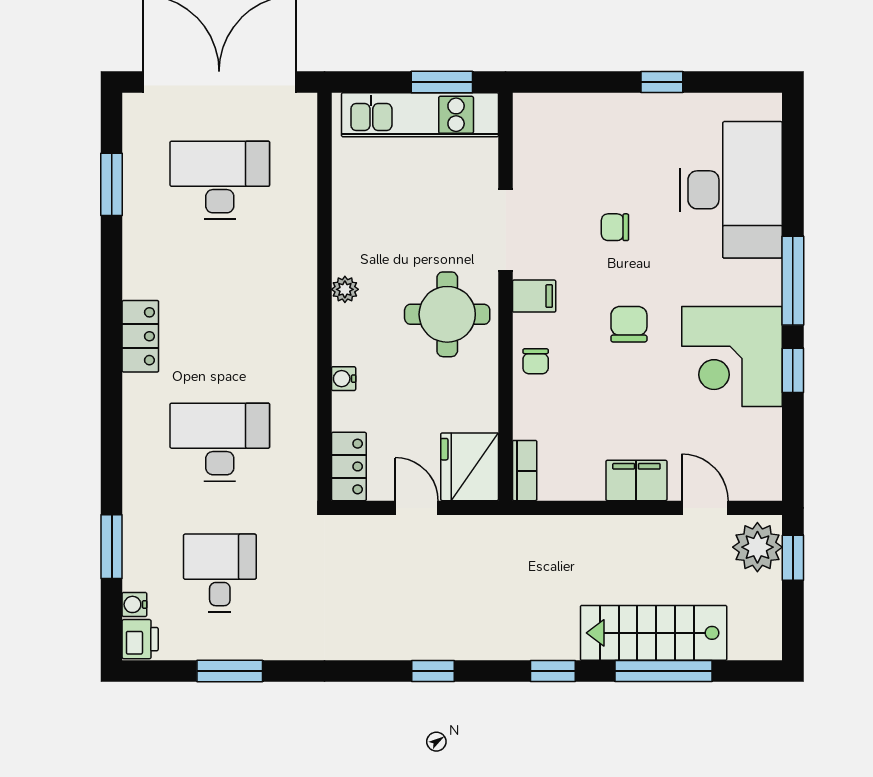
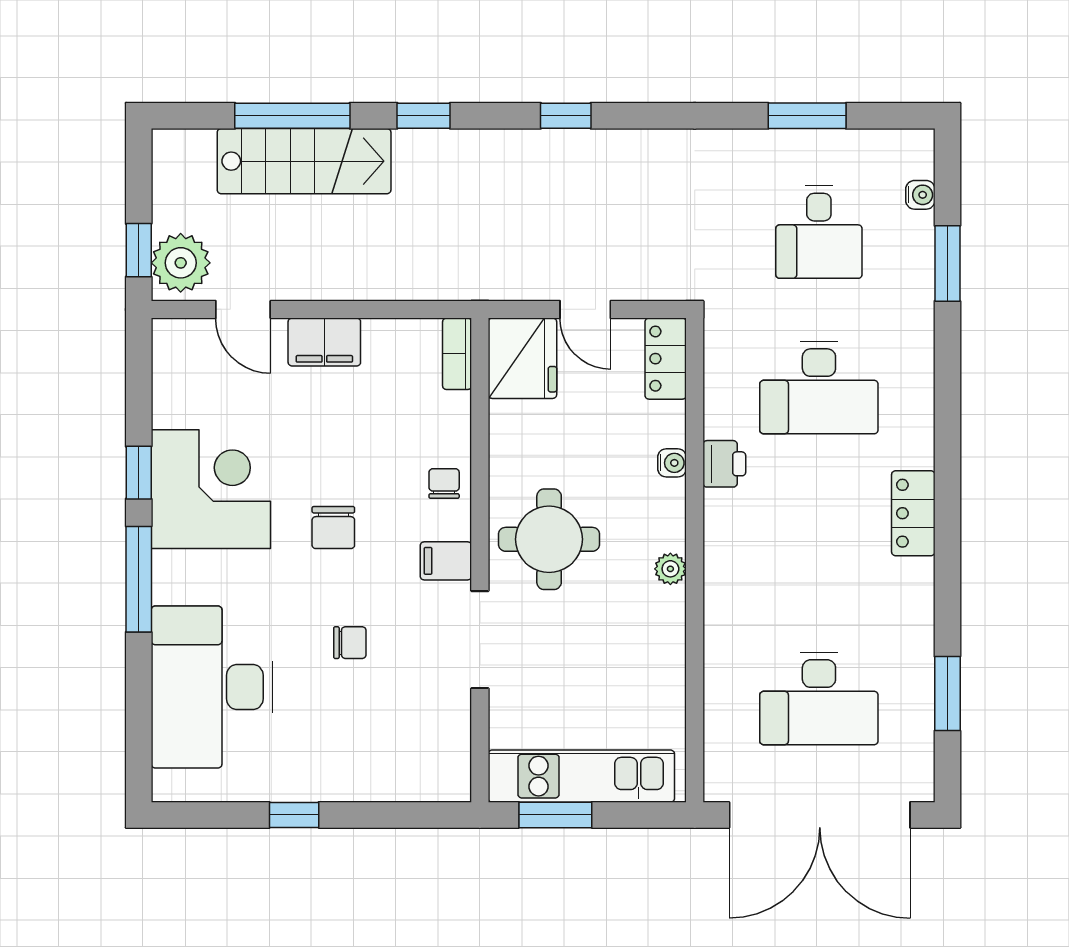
printer: (140, 639) -> (724, 464), moved, turned 180

